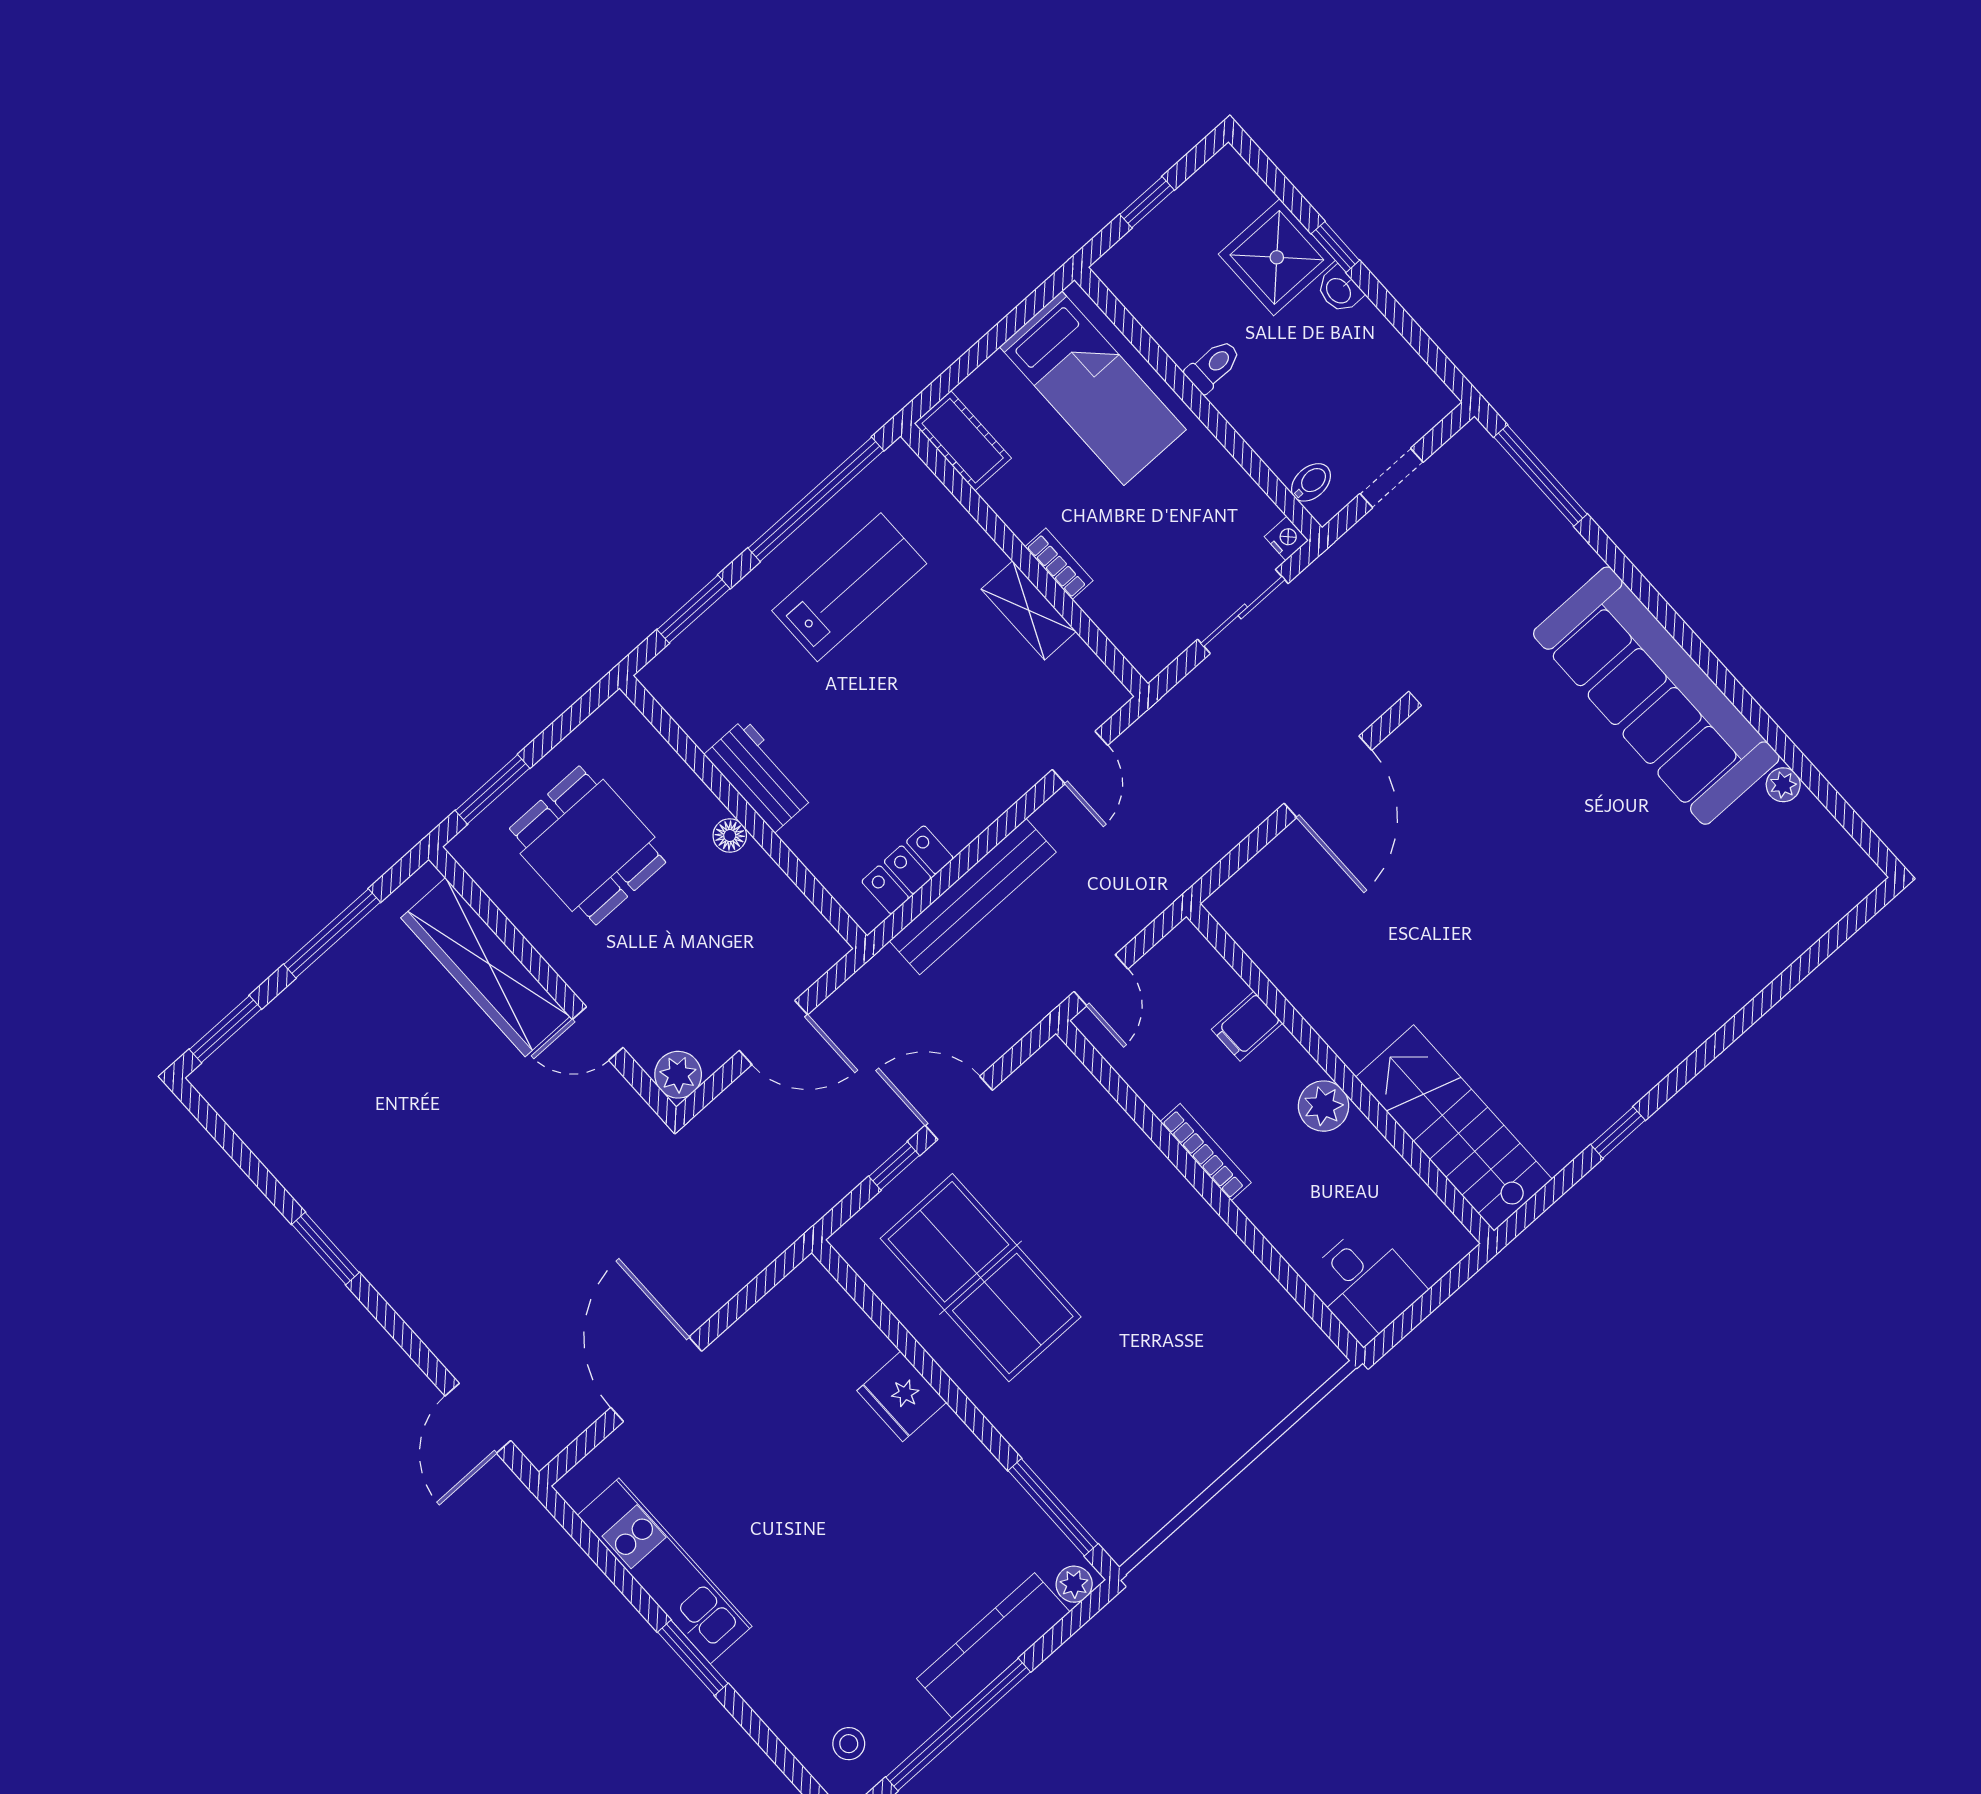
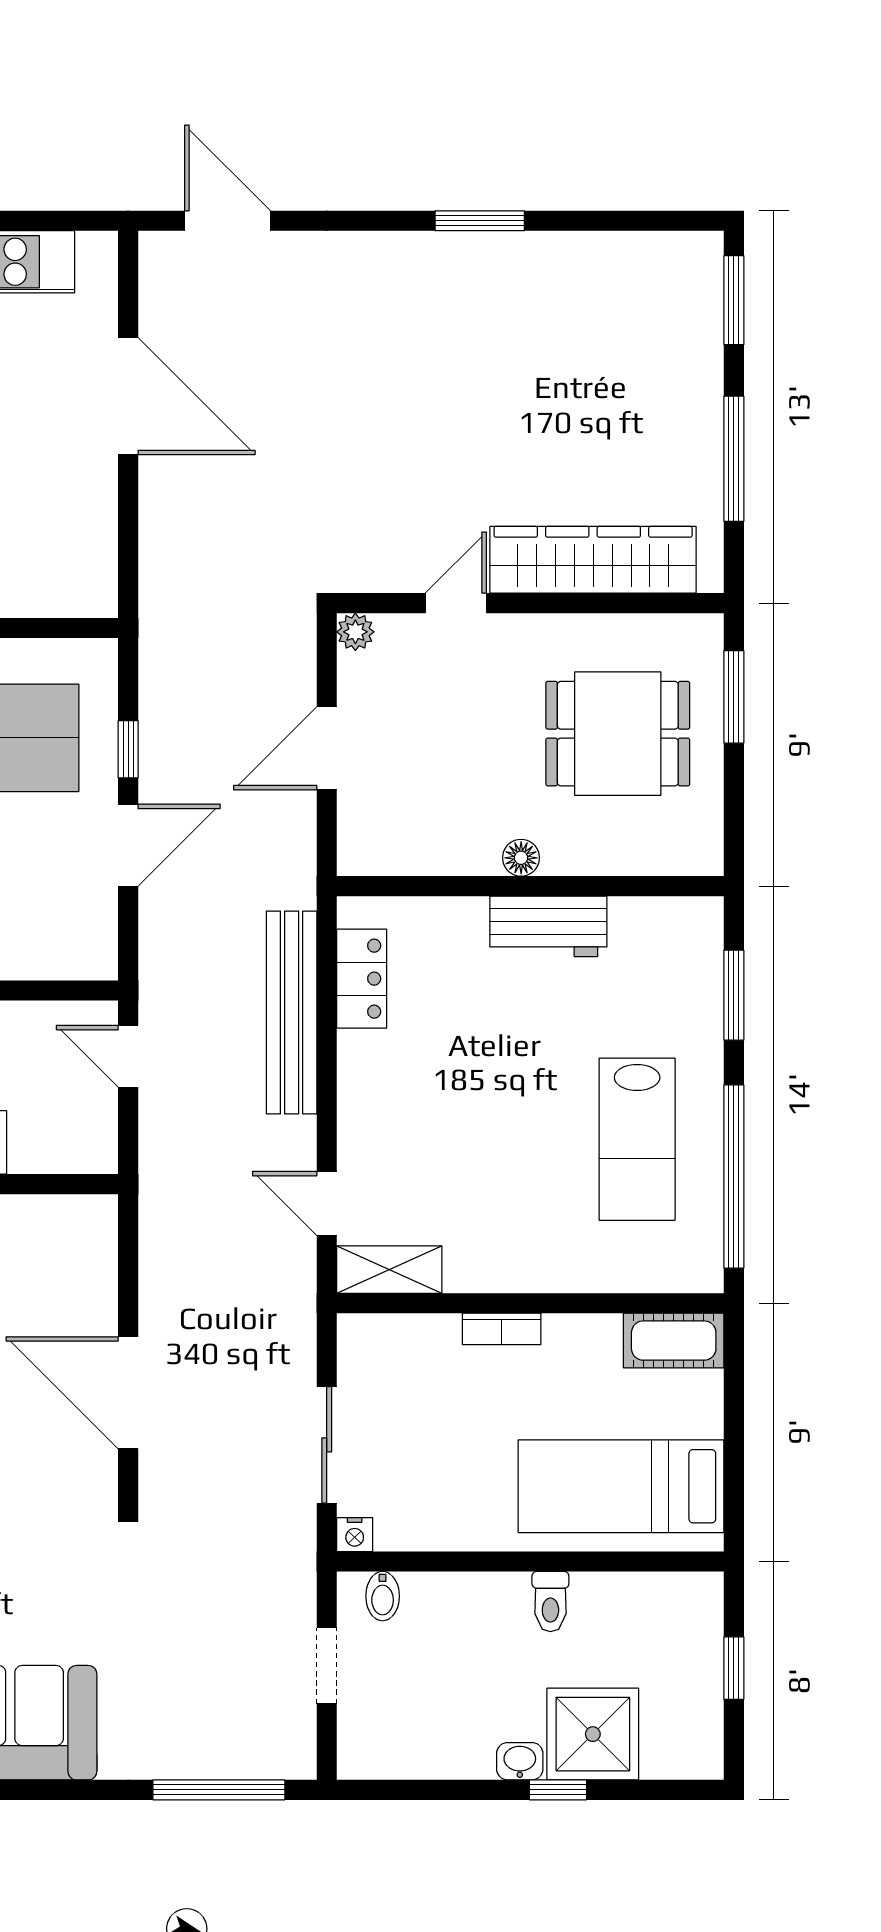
shelving: (1029, 610) -> (389, 1270), moved
plant: (678, 1075) -> (355, 632), width x0.73, depth x0.73

